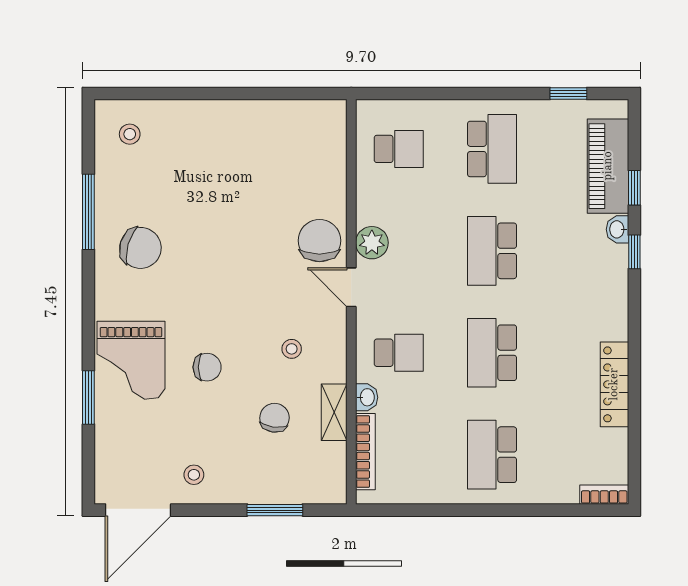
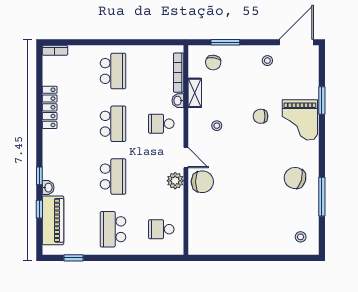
chair: (319, 241) -> (202, 182), turned -90
grand piano: (131, 360) -> (300, 120), turned 180
chair: (275, 418) -> (213, 63), moved

